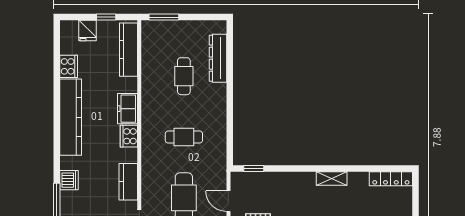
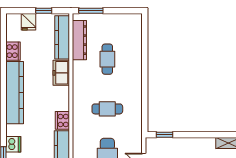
dresser: (218, 58) -> (79, 40), moved, turned 180
freezer: (127, 109) -> (61, 73), moved
cooker: (129, 136) -> (62, 120), moved

